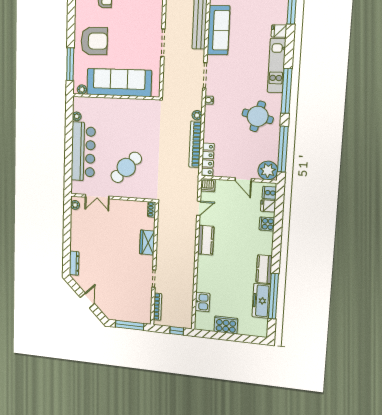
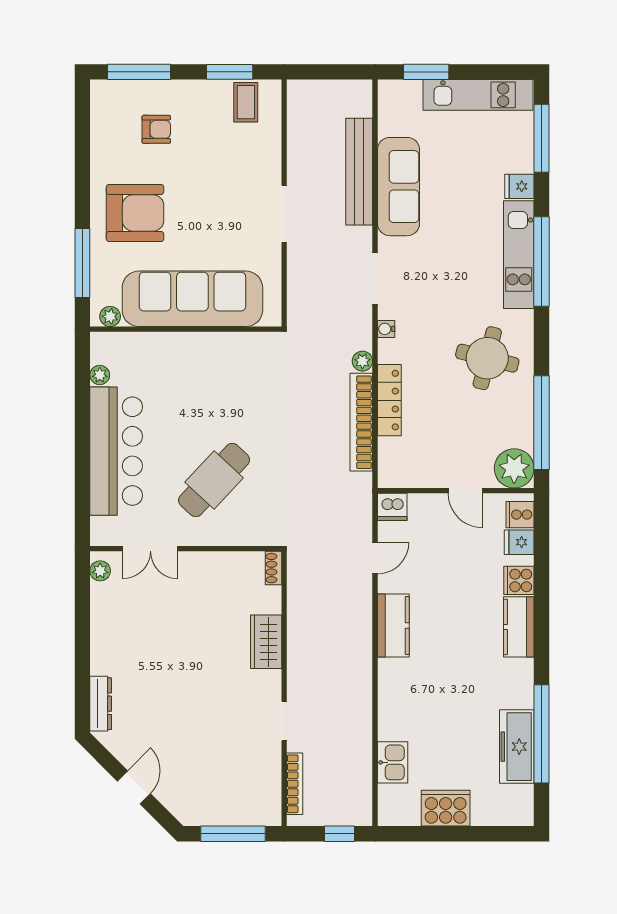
window: (286, 91) -> (542, 261), moved
locker: (208, 159) -> (389, 400), moved
kitchen counter: (264, 269) -> (519, 627), moved

